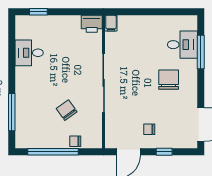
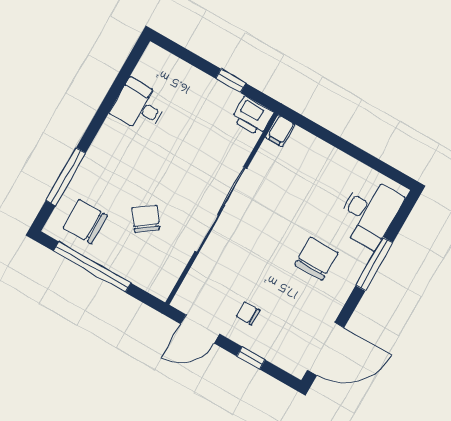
window: (38, 12) -> (231, 81), moved
desk: (182, 45) -> (369, 213), width x1.37
window: (201, 52) -> (374, 264), moved
chair: (75, 141) -> (85, 222), moved, width x1.87, depth x1.87

